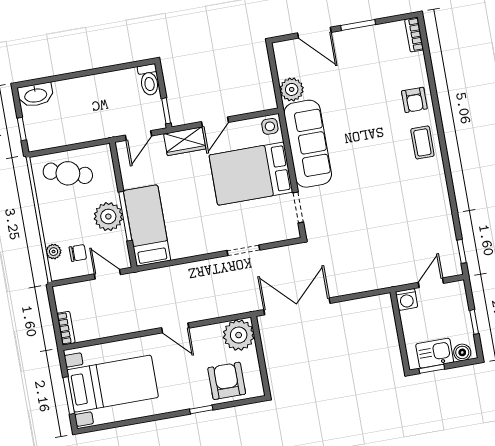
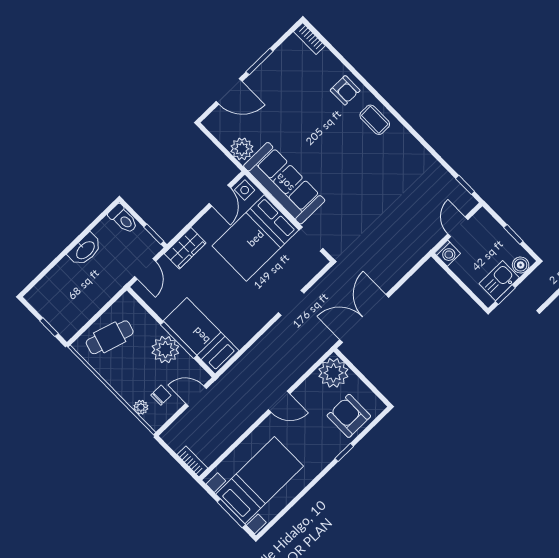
washbasin: (36, 95) -> (85, 250), moved
door: (215, 122) -> (220, 196), moved

